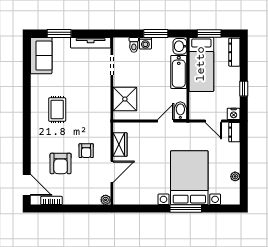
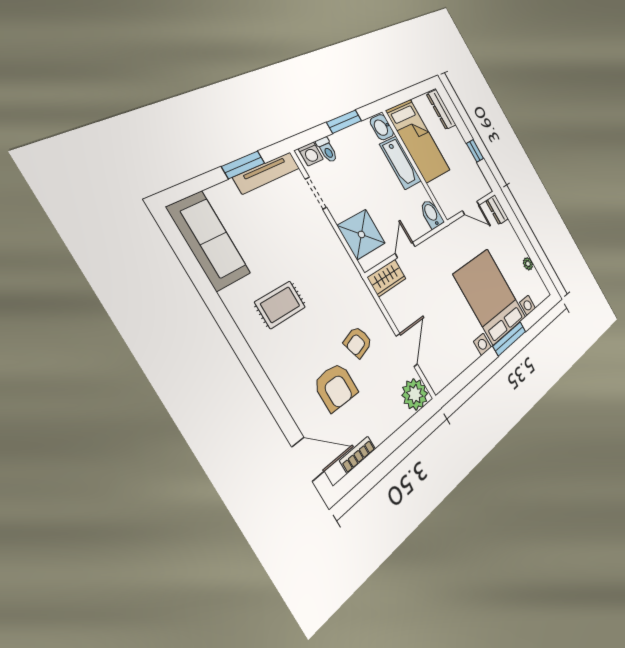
window: (59, 33) -> (243, 165), moved
window: (209, 33) -> (403, 96), removed
washing machine: (145, 43) -> (311, 154), moved
sofa: (41, 56) -> (209, 241), width x1.36
rug: (57, 110) -> (280, 305), turned 90
nightstand: (234, 114) -> (484, 188), removed
door: (166, 121) -> (405, 250), moved
wardrobe: (120, 145) -> (387, 278), moved, turned 90
armchair: (86, 151) -> (358, 342), turned 73
plant: (106, 200) -> (415, 394), width x1.87, depth x1.87

